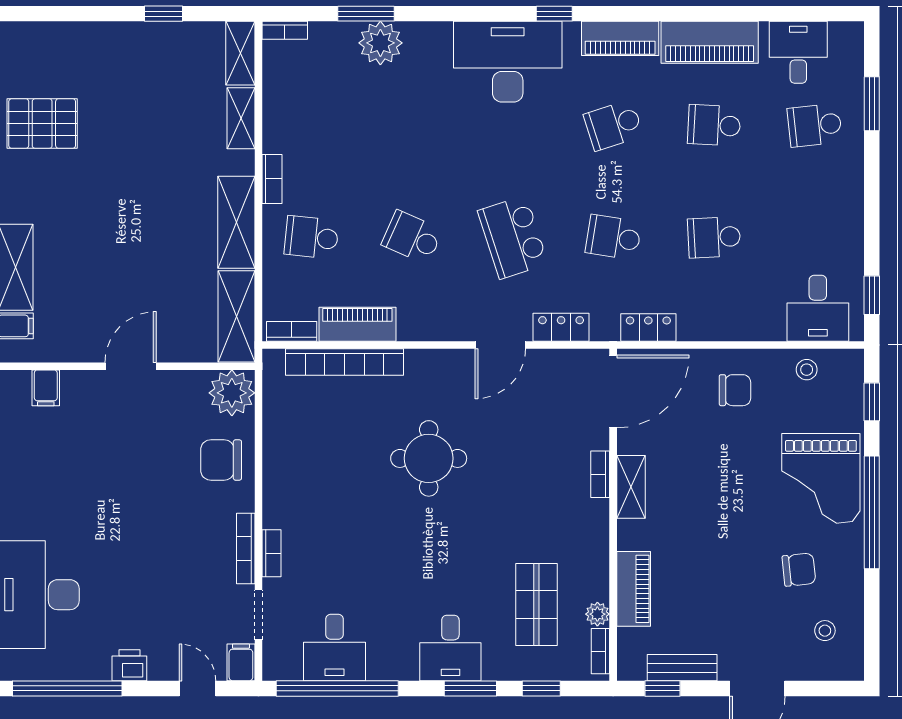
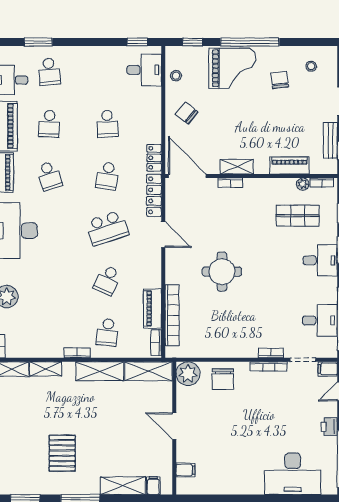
pallet: (42, 124) -> (62, 453), moved
locker: (561, 327) -> (154, 195), width x1.53
chair: (735, 390) -> (187, 113), turned -51

